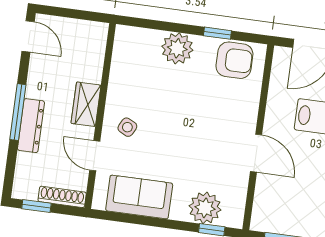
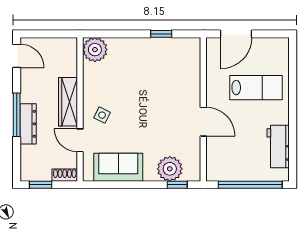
plant: (177, 48) -> (95, 50), moved
armchair: (234, 60) -> (177, 53), removed
wardrobe: (86, 104) -> (68, 102), width x1.50
shoe rack: (62, 197) -> (65, 175), width x0.70

